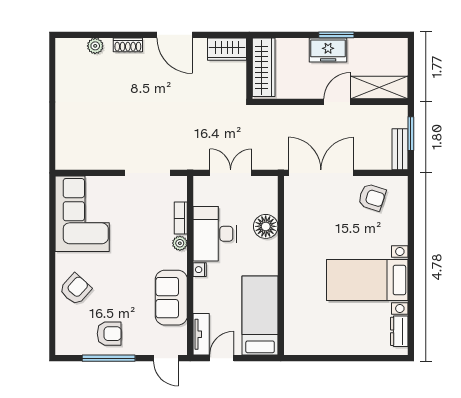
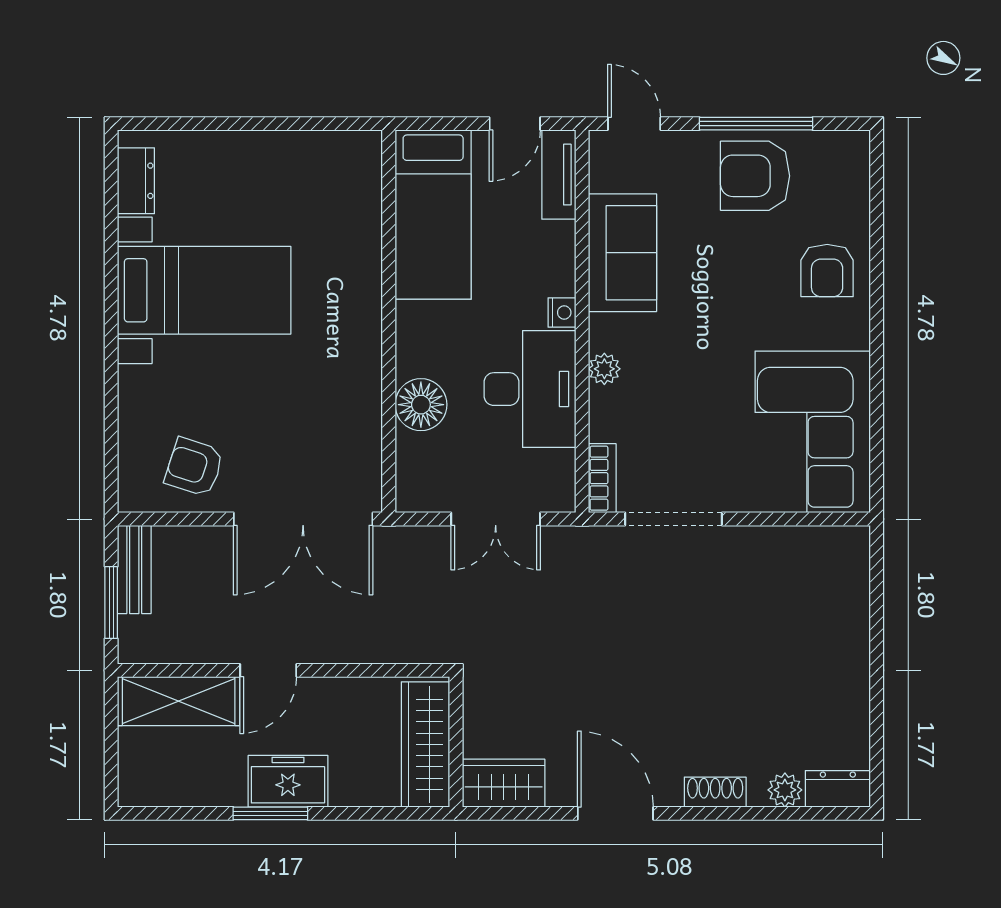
dresser: (70, 46) -> (838, 789), added
bookcase: (181, 218) -> (602, 478), moved
armchair: (75, 289) -> (827, 271), turned -42
armchair: (109, 334) -> (755, 176), width x1.38, depth x1.38

